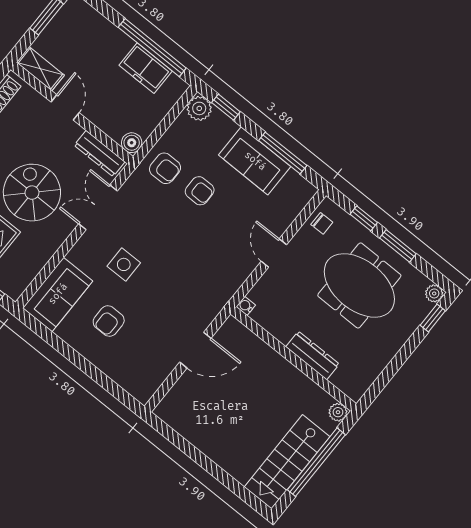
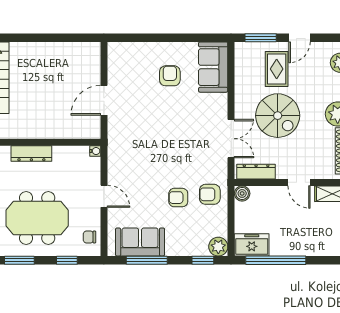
freezer: (146, 68) -> (252, 245), moved
sofa: (255, 161) -> (140, 242), moved
window: (398, 246) -> (19, 260), moved
side table: (124, 264) -> (188, 117), removed

